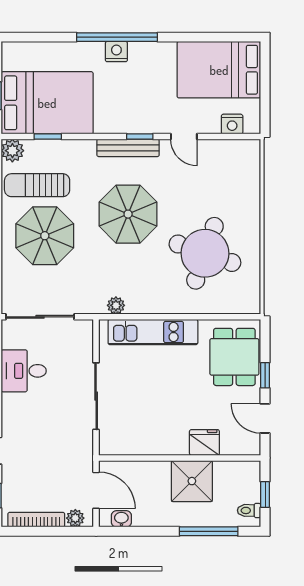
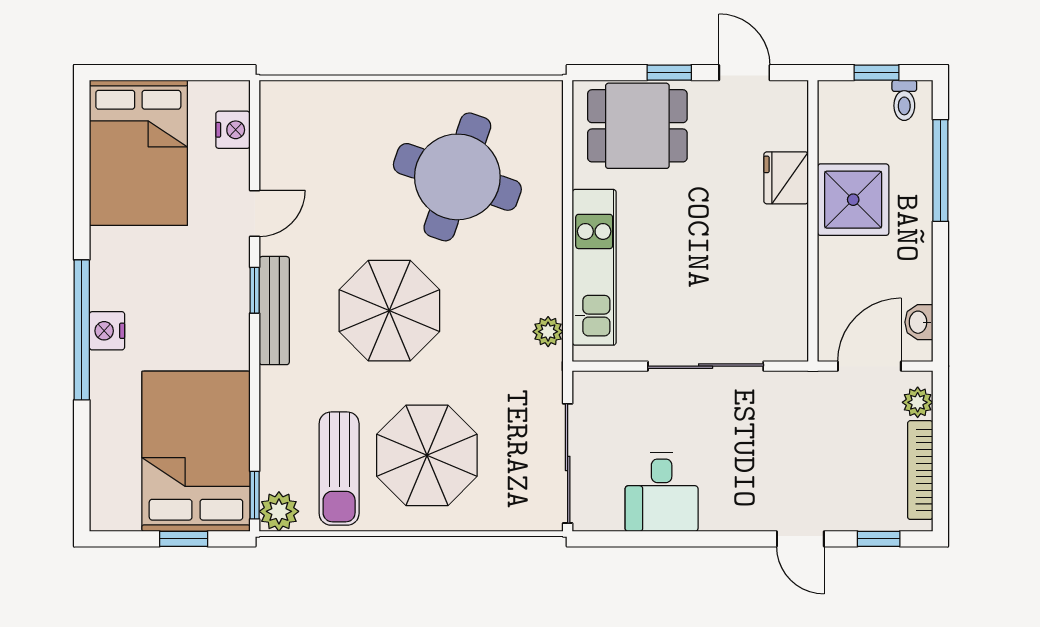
window: (48, 137) -> (255, 495), moved
door: (265, 418) -> (744, 73), swing flipped

